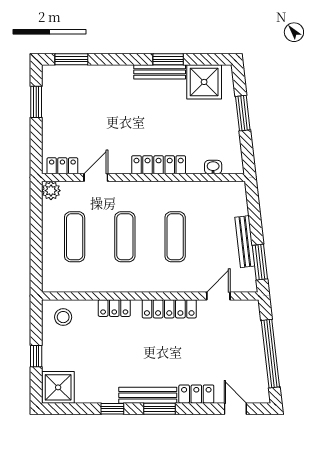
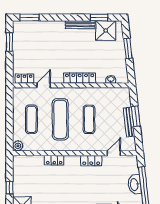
window: (168, 59) -> (99, 17), moved
plant: (51, 191) -> (18, 146), moved
exercise mat: (125, 237) -> (60, 119), width x1.36, depth x1.45
window: (260, 262) -> (136, 116), moved
locker: (169, 309) -> (91, 161), width x0.66
stool: (63, 317) -> (25, 165), removed
washbasin: (254, 350) -> (134, 185), added

